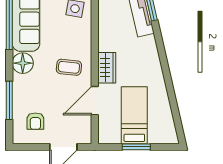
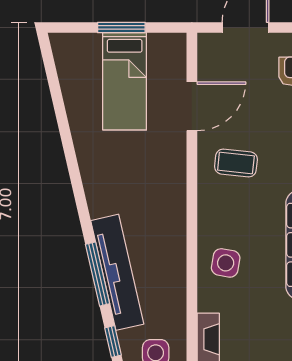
wardrobe: (107, 68) -> (172, 162), removed

